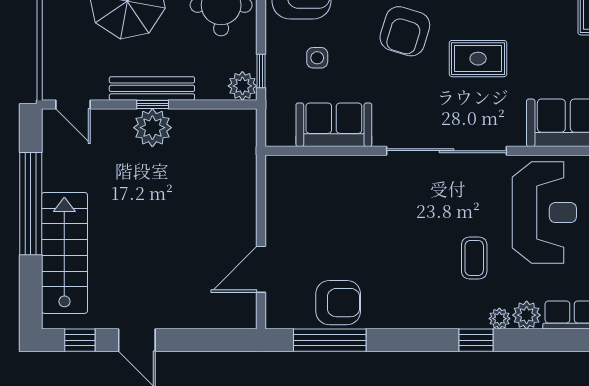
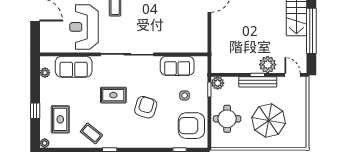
plant: (152, 128) -> (268, 65), moved

